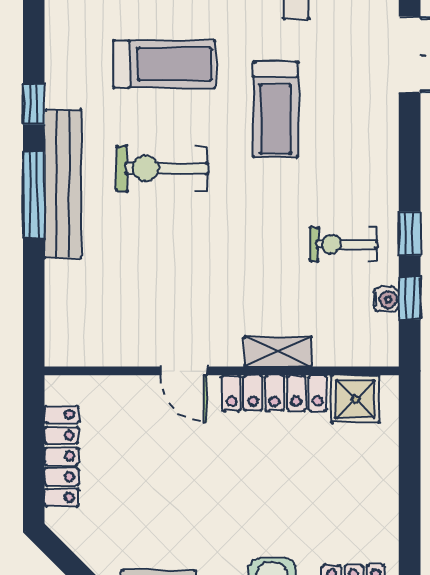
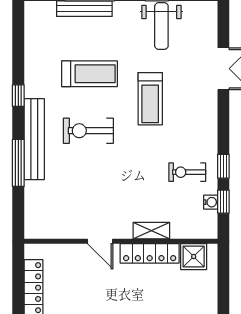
window: (34, 195) -> (18, 163), moved

